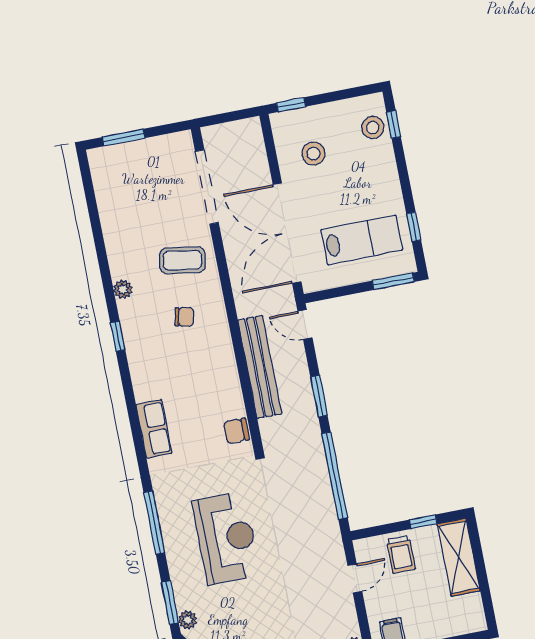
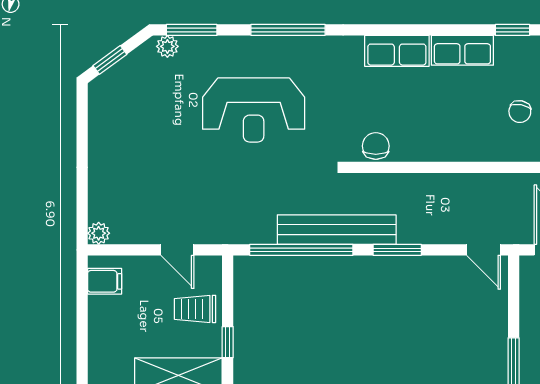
door: (305, 324) -> (484, 250), swing flipped
bench: (260, 367) -> (337, 230), moved
row of seats: (143, 374) -> (462, 50), added

